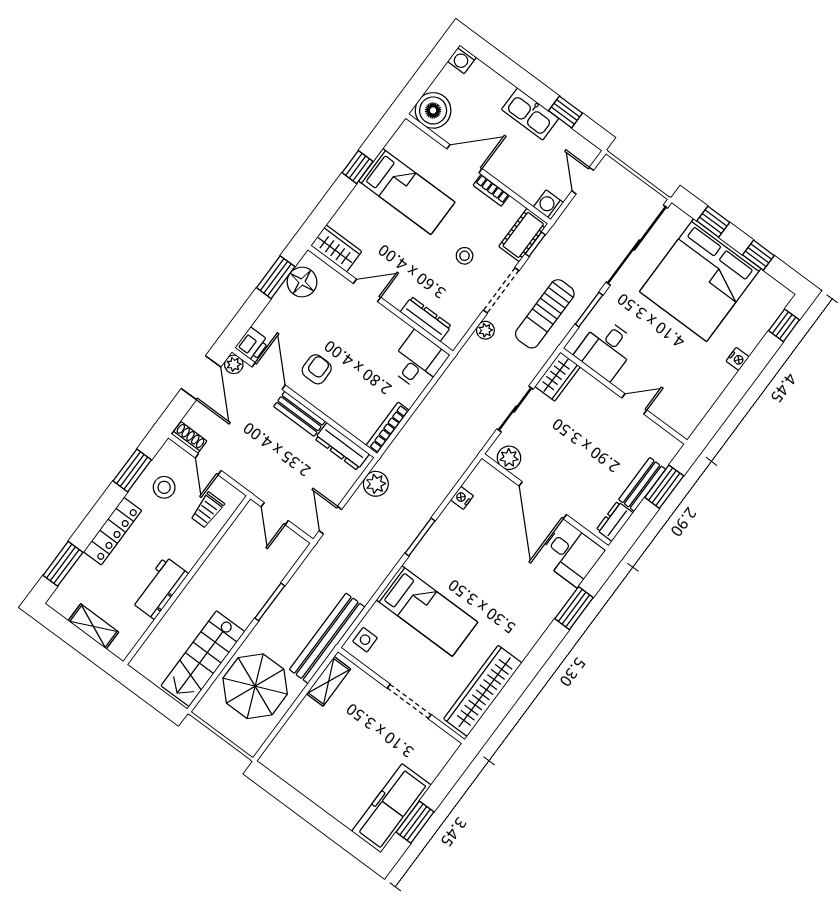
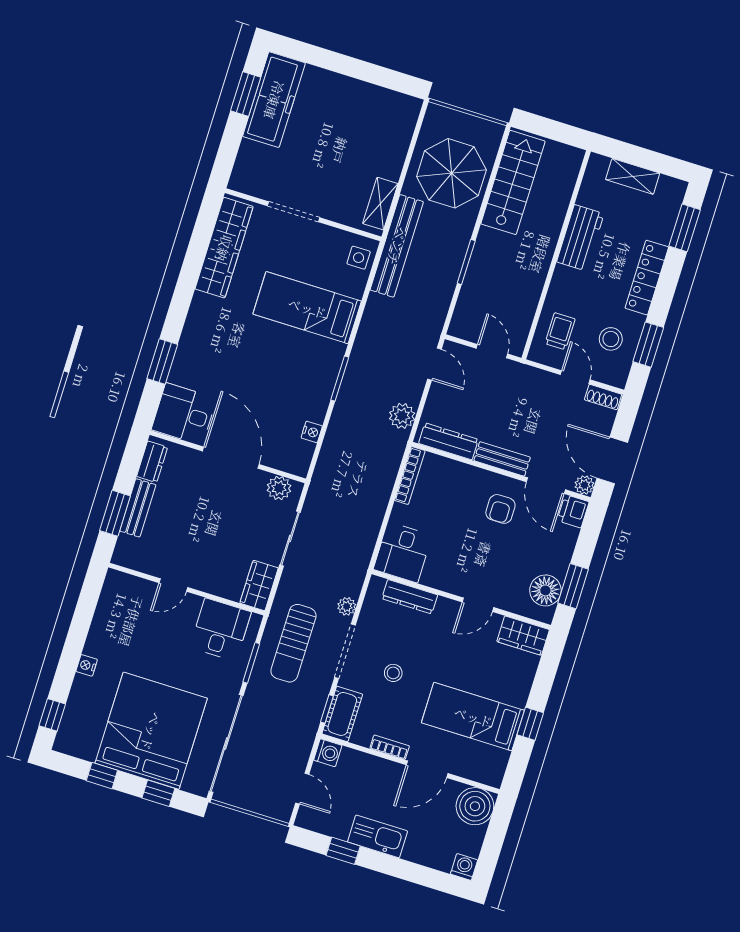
sun lounger: (545, 314) -> (293, 643), turned 180

